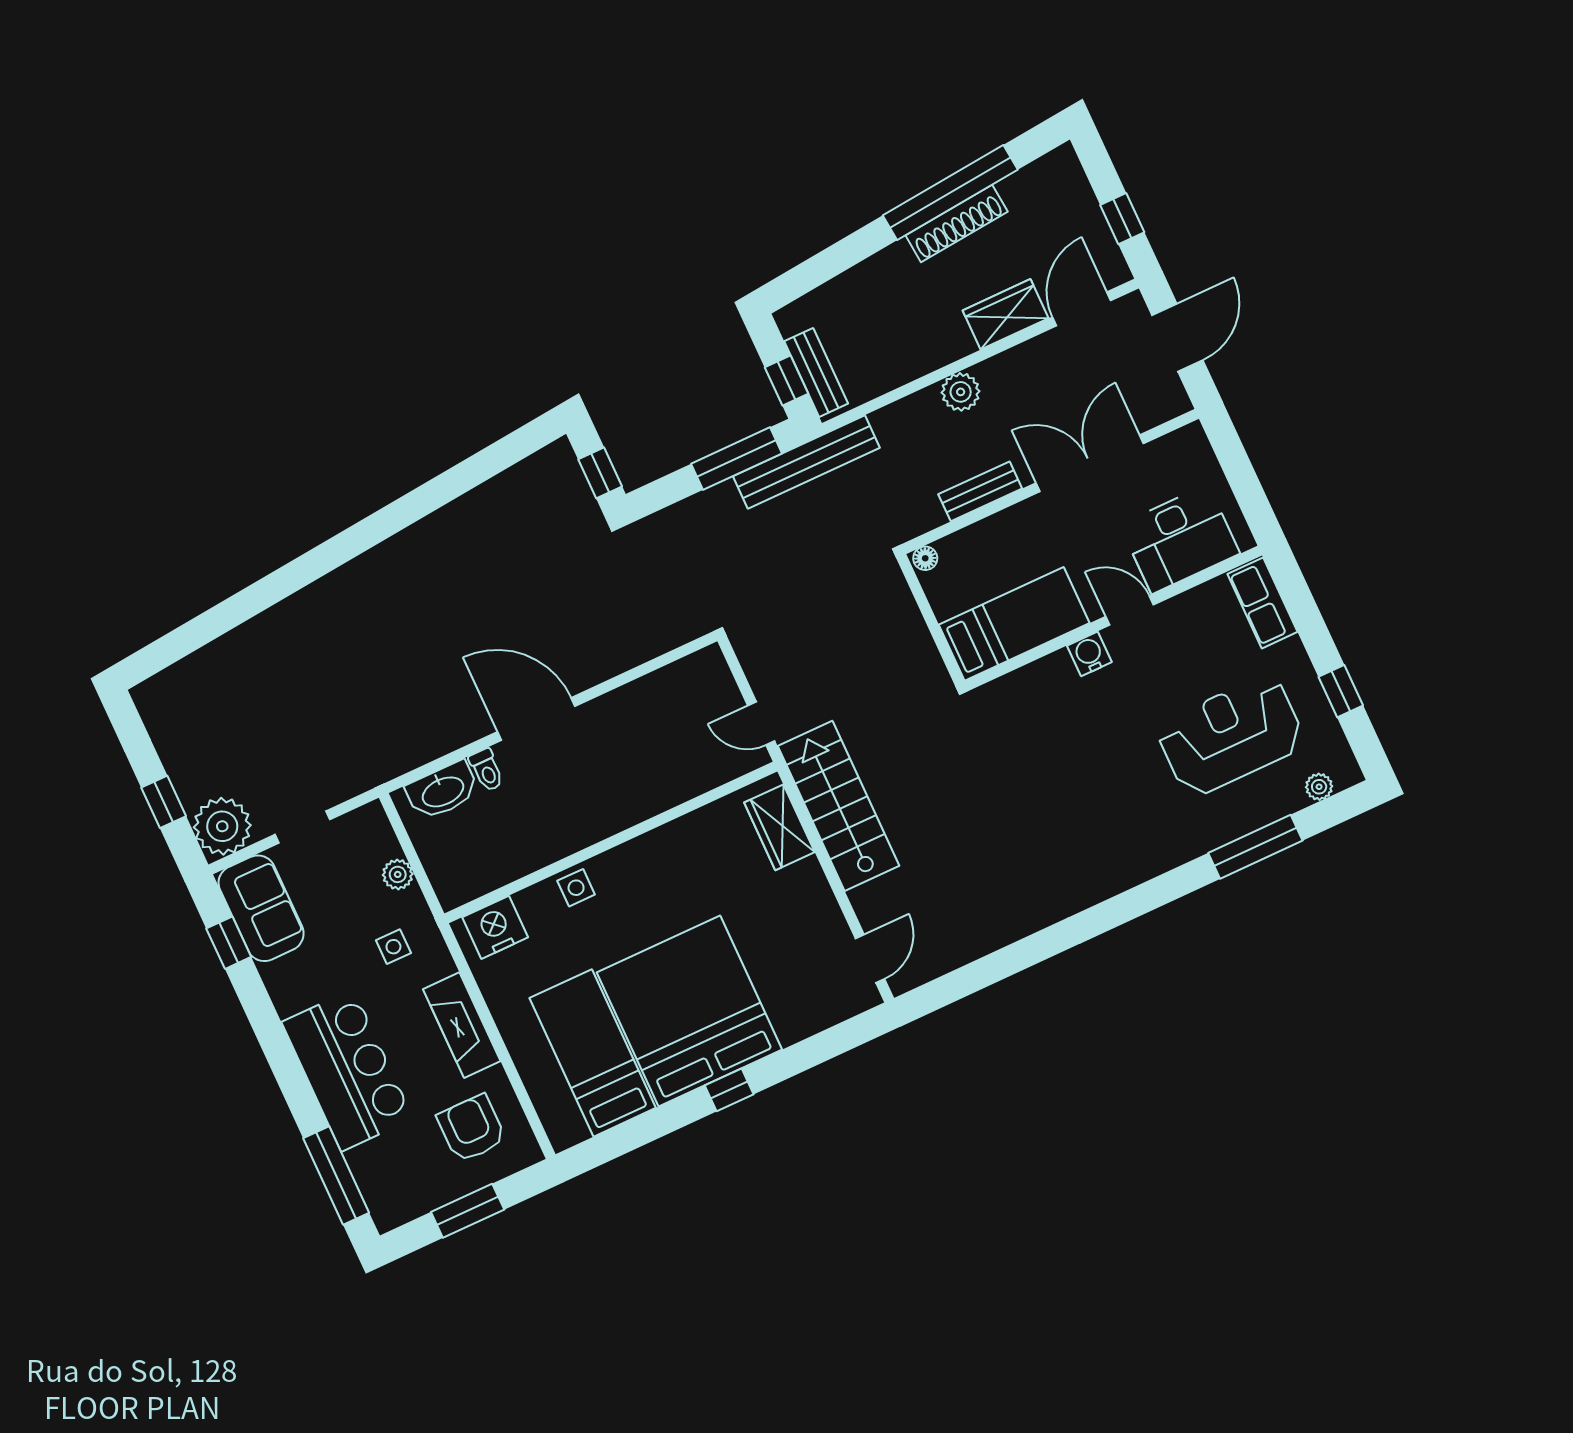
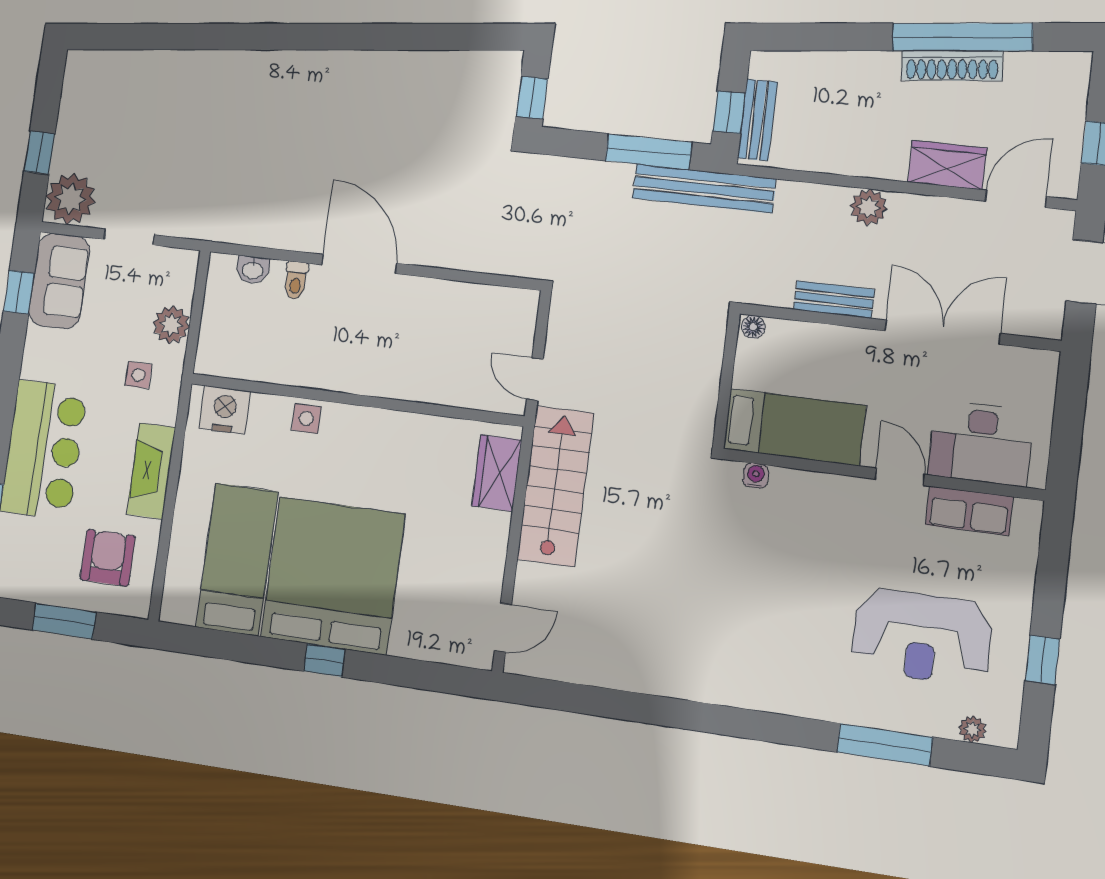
row of seats: (1262, 603) -> (969, 511), moved, turned -90
water cooler: (1089, 654) -> (756, 476), moved, width x0.72, depth x0.72
reception desk: (1231, 736) -> (922, 637), turned 180
washbasin: (442, 791) -> (253, 270), width x0.52, depth x0.69
plant: (398, 874) -> (171, 325), width x1.38, depth x1.38

